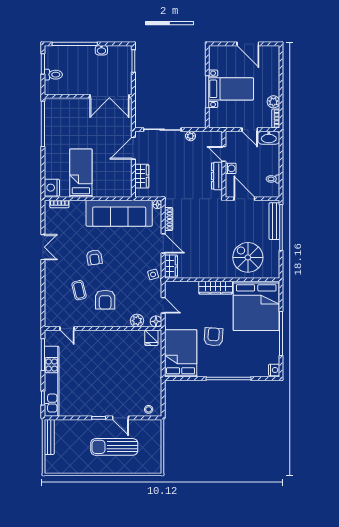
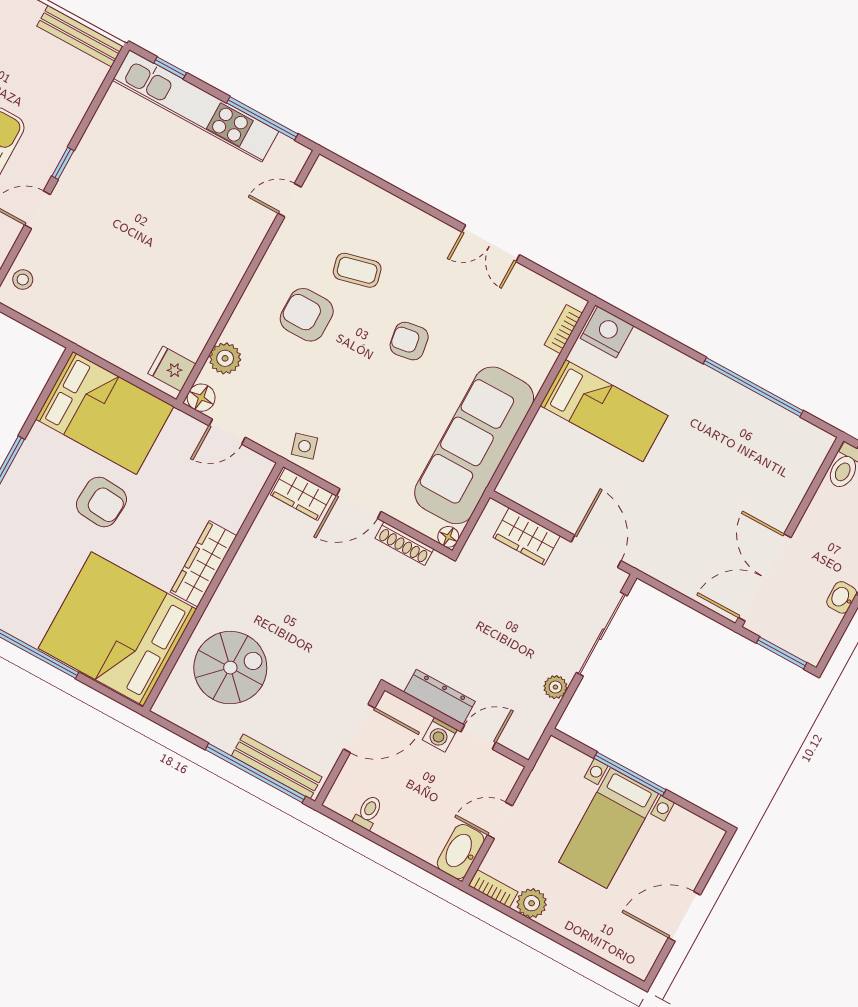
wall: (88, 96) -> (789, 532), moved
double door: (109, 96) -> (765, 578), moved

